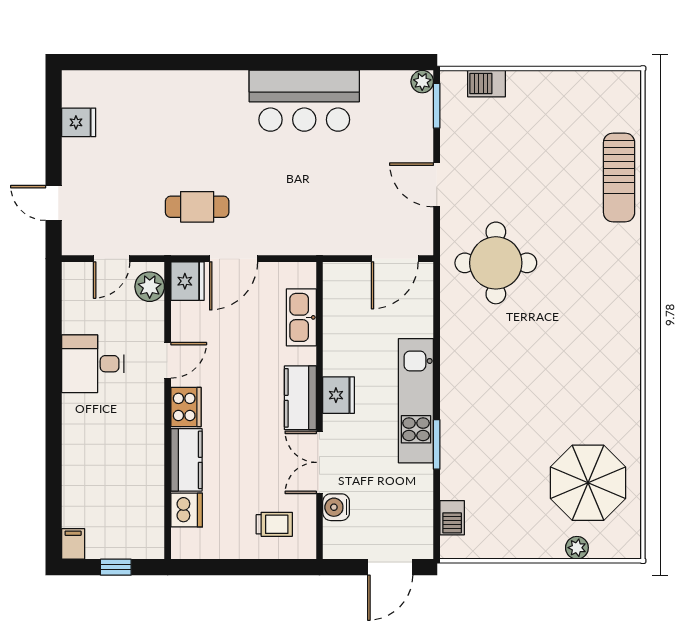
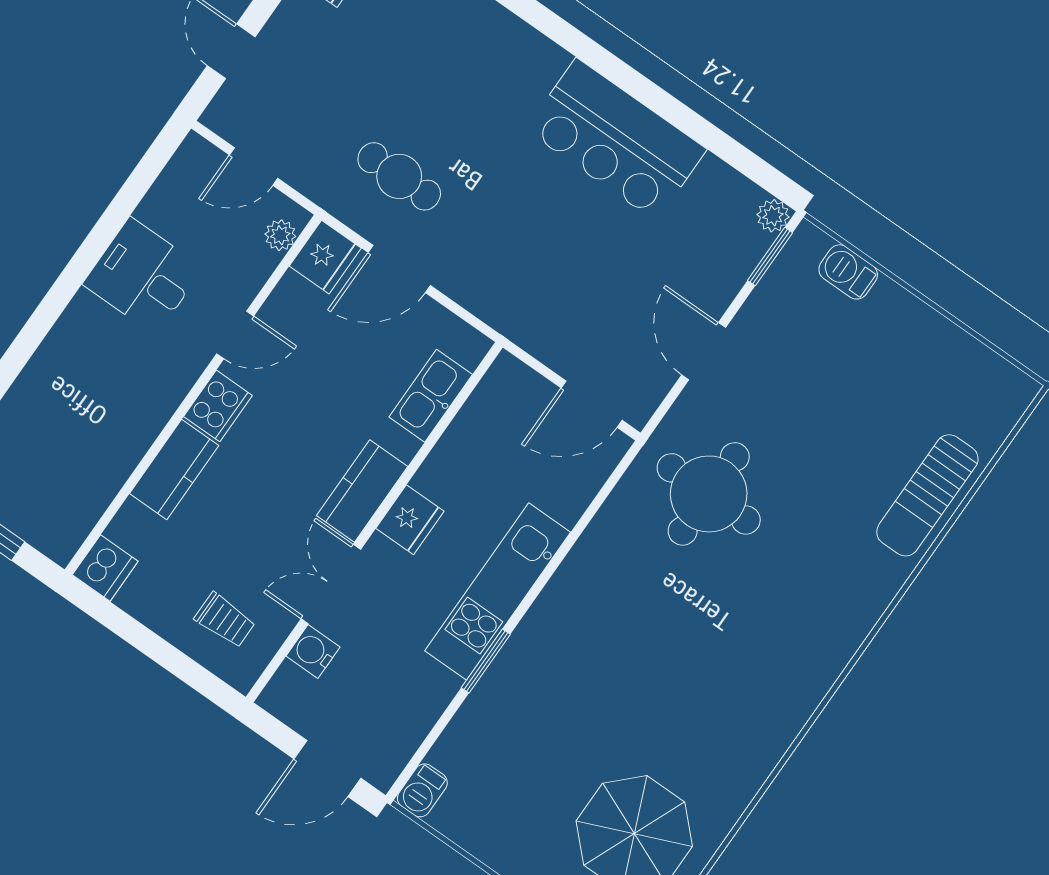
plant: (150, 287) -> (280, 235), width x0.73, depth x0.73
dishwasher: (187, 510) -> (105, 568), moved
barbecue: (452, 518) -> (422, 790), moved

